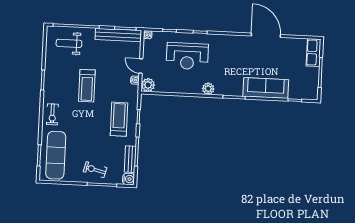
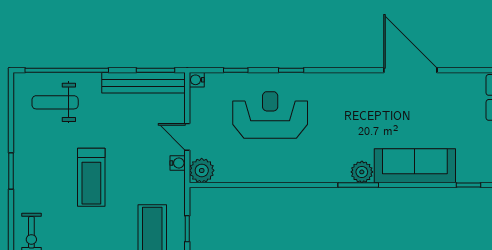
reception desk: (187, 56) -> (270, 115), turned 180
plant: (208, 89) -> (362, 172), moved

